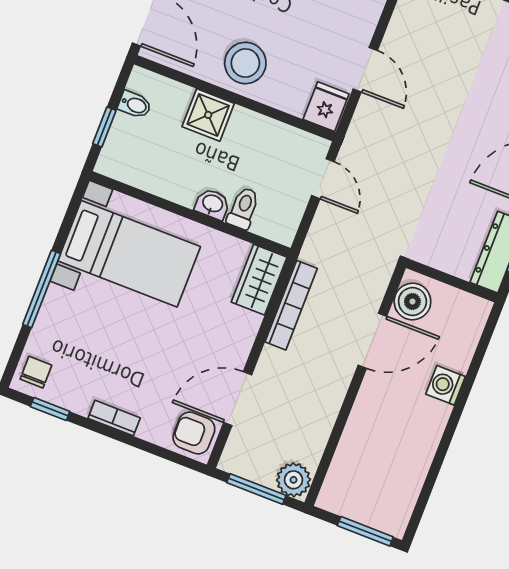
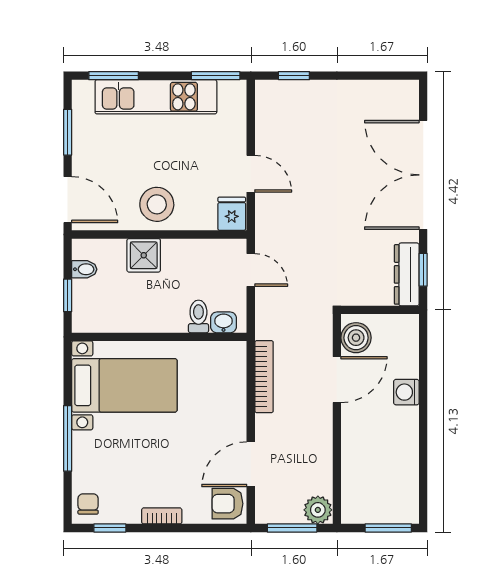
washbasin: (212, 204) -> (223, 322), moved
wardrobe: (259, 280) -> (232, 366), removed

